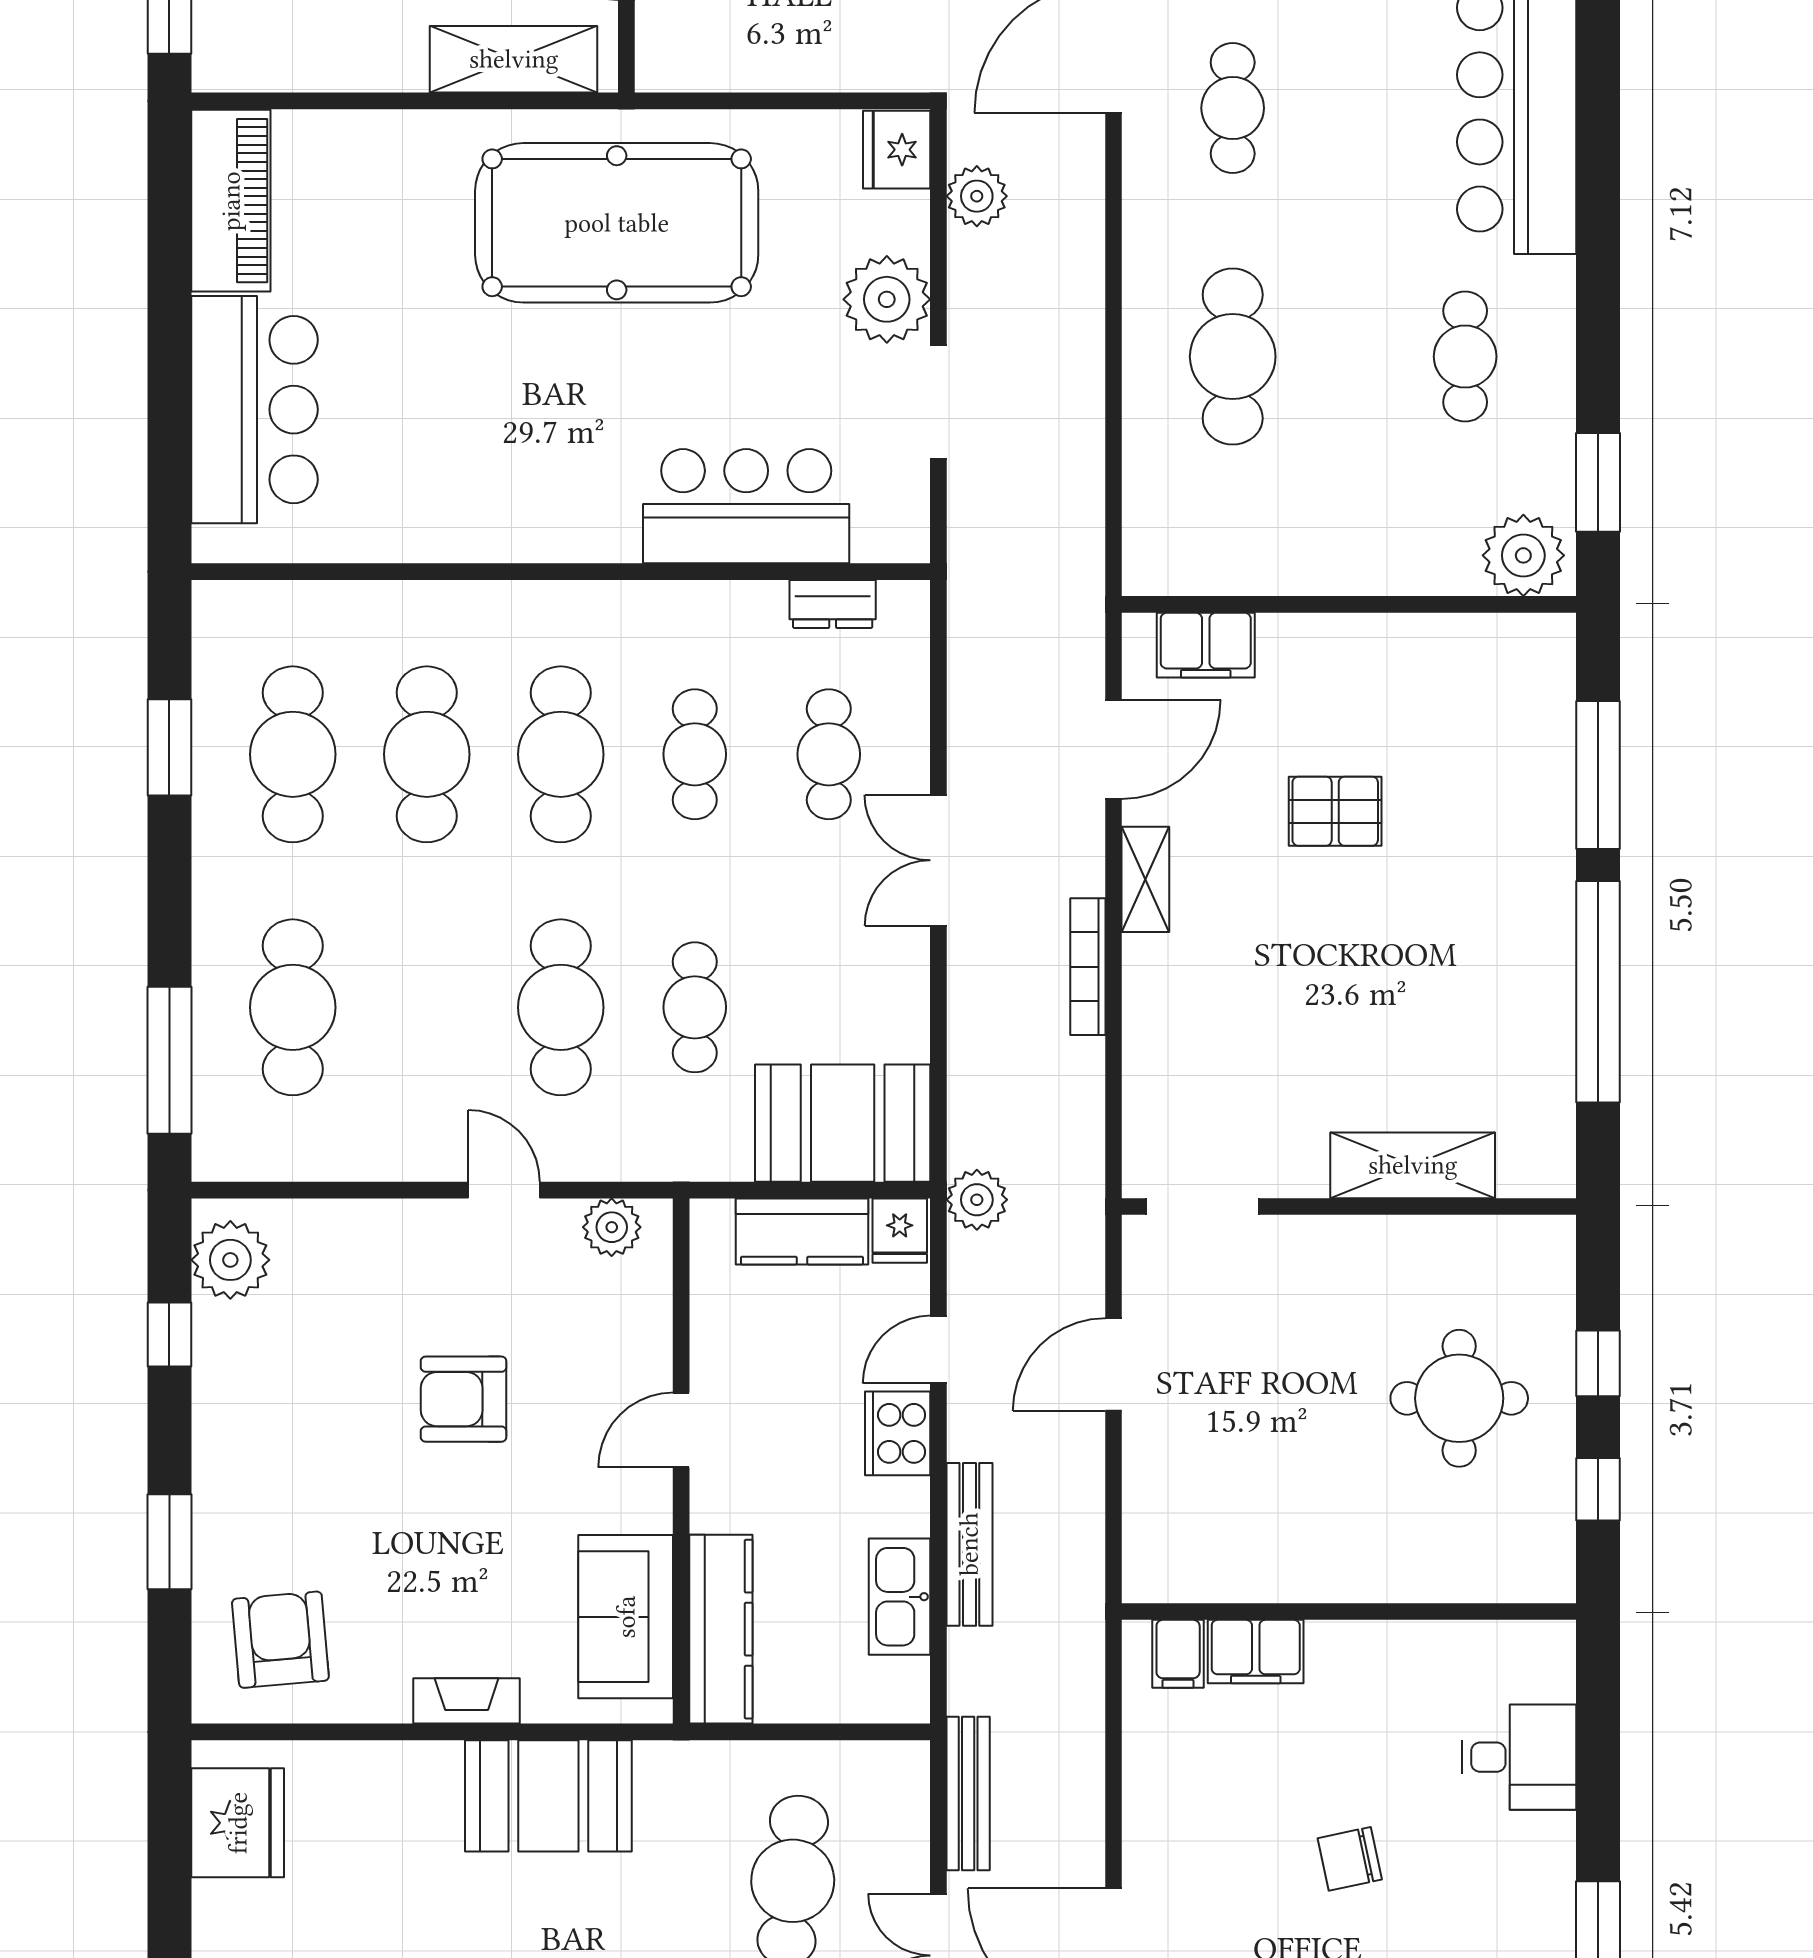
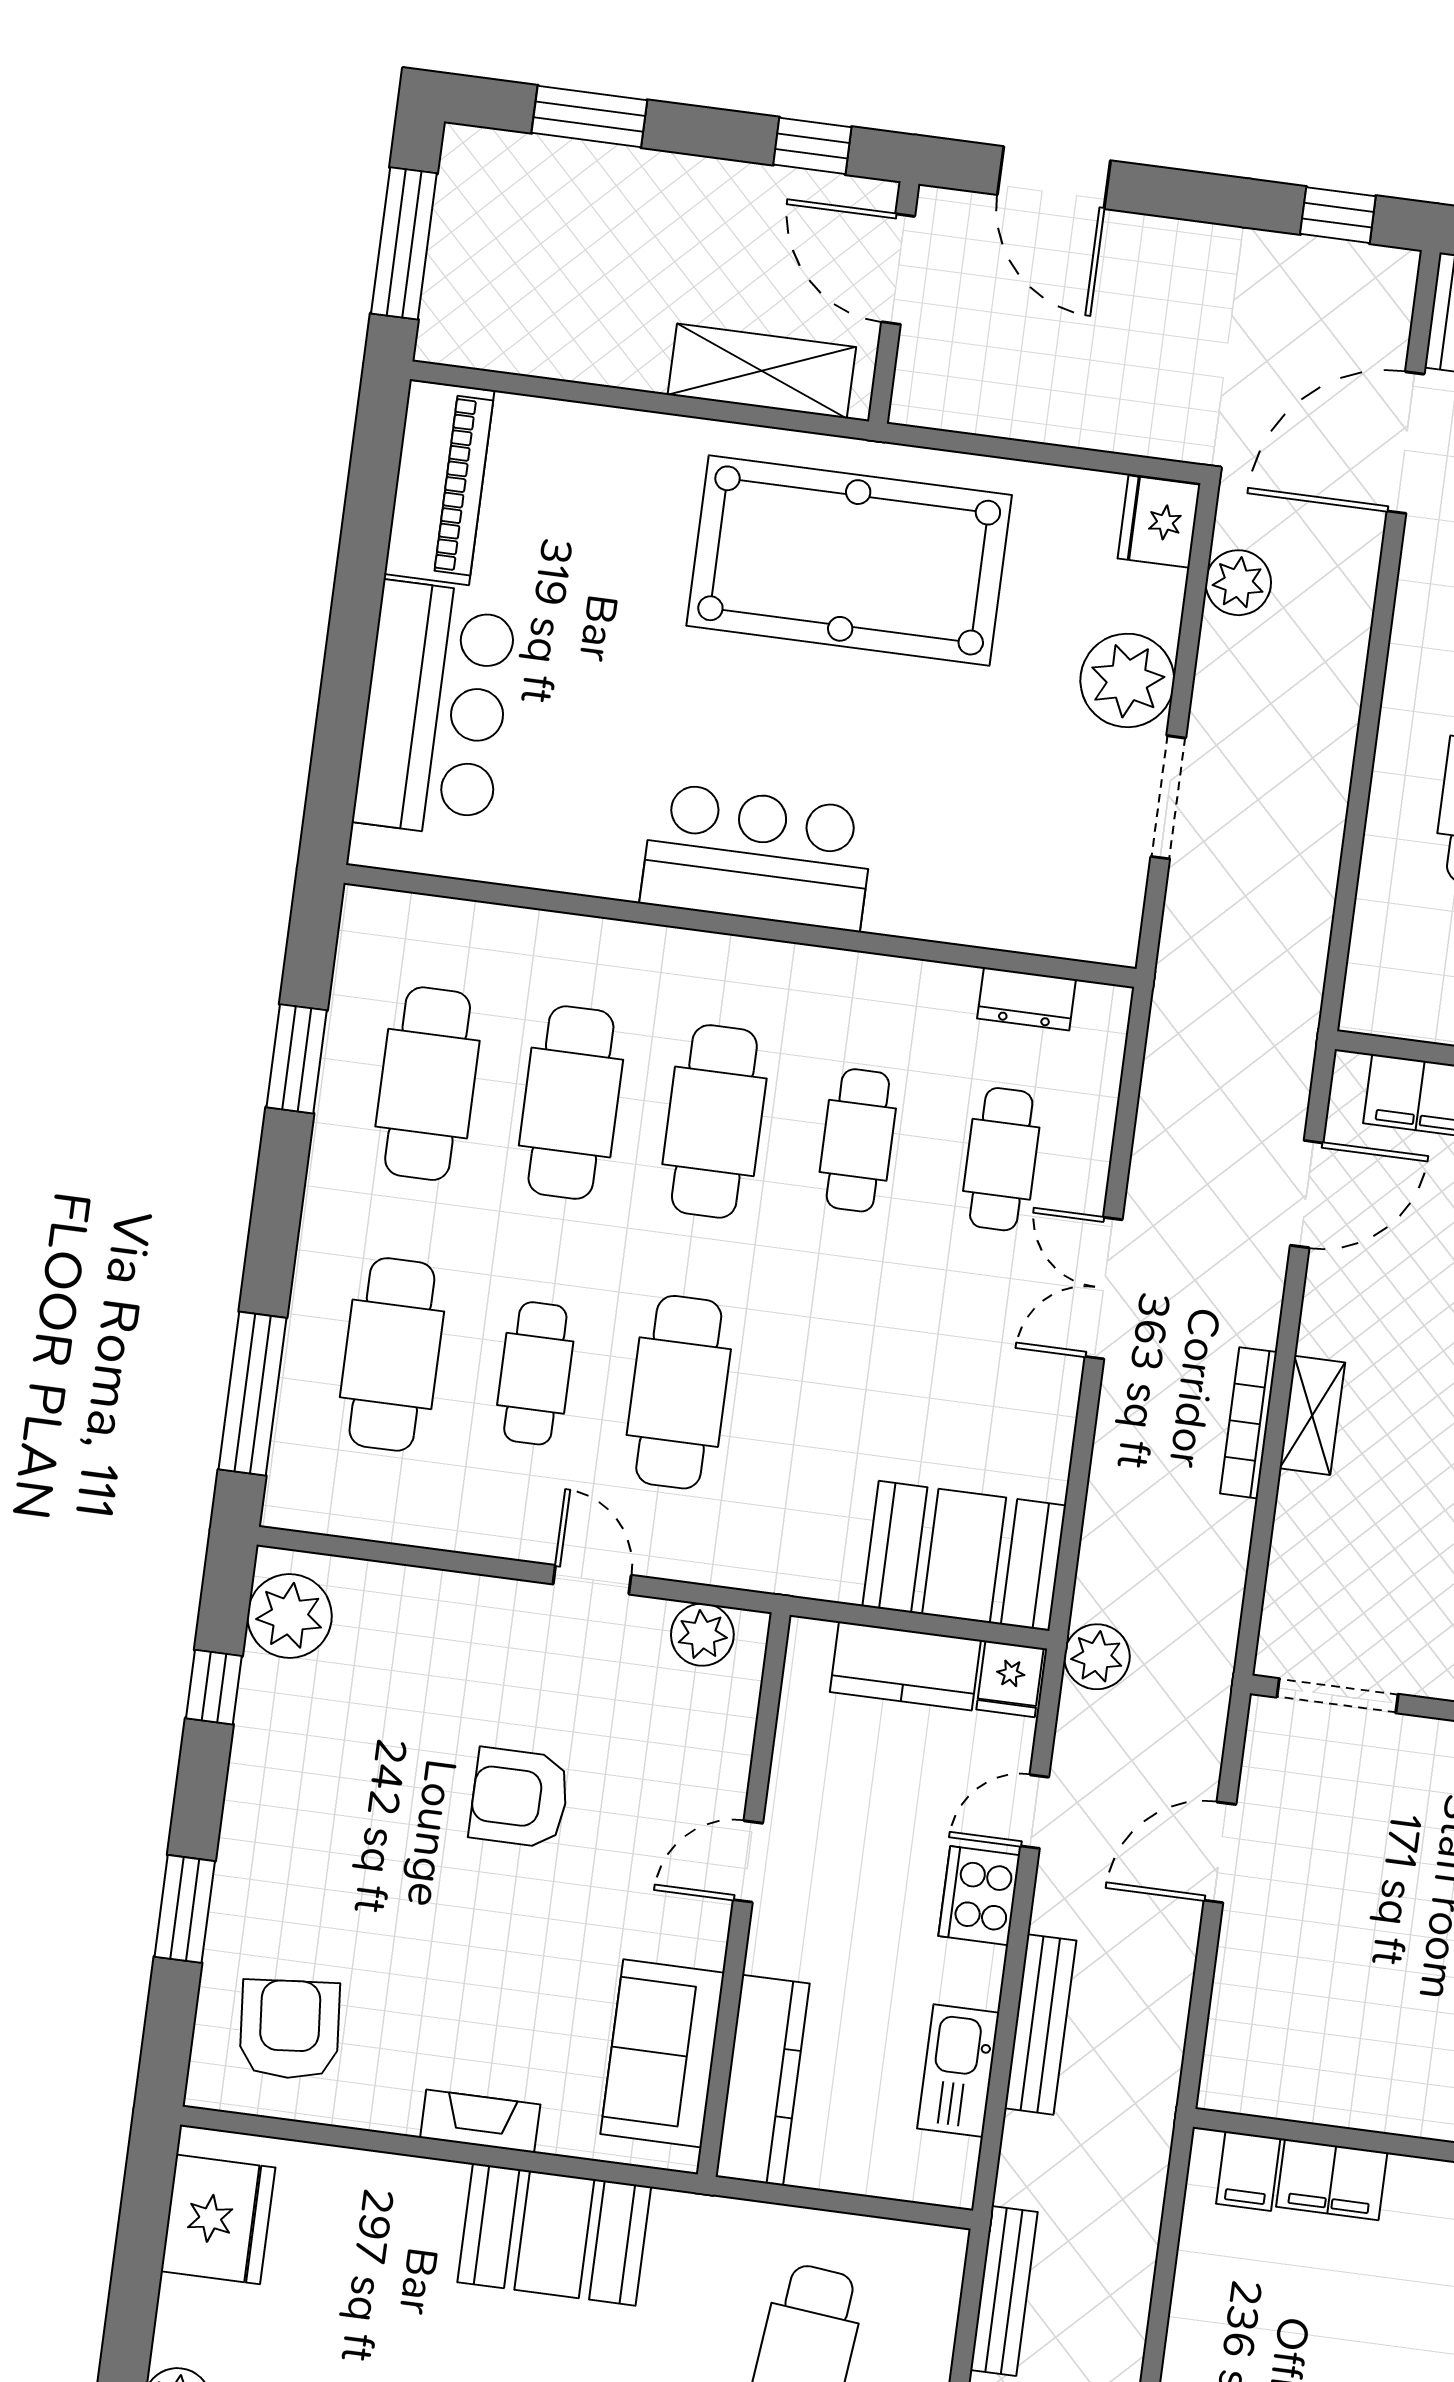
bar counter: (746, 506) -> (758, 857), moved
shelving: (1145, 879) -> (1312, 1415), moved
cafe table: (695, 1007) -> (535, 1373), moved

